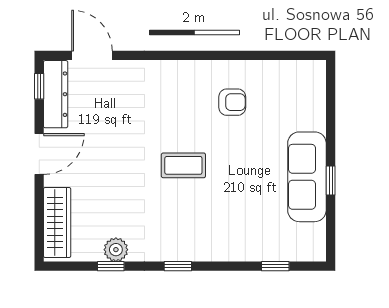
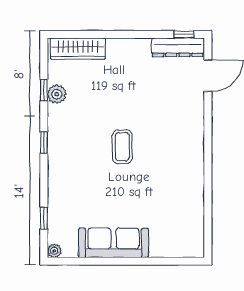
armchair: (232, 102) -> (172, 185), removed
door: (39, 154) -> (131, 34), removed
window: (331, 181) -> (111, 261), removed
plant: (317, 253) -> (54, 251), added

